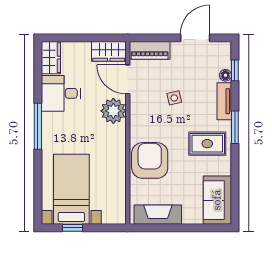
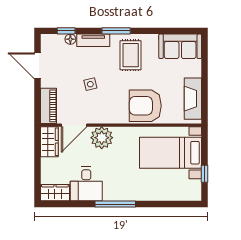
bed with nightstands: (71, 189) -> (171, 153), moved

